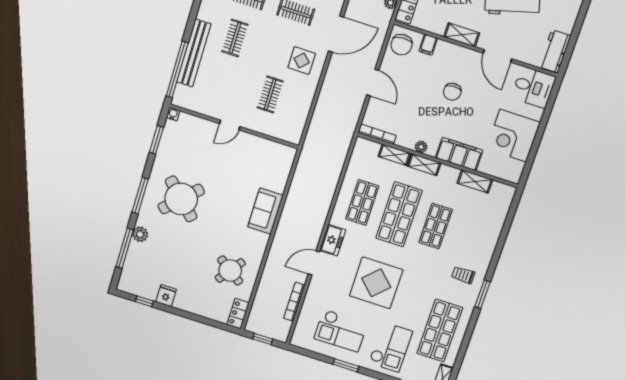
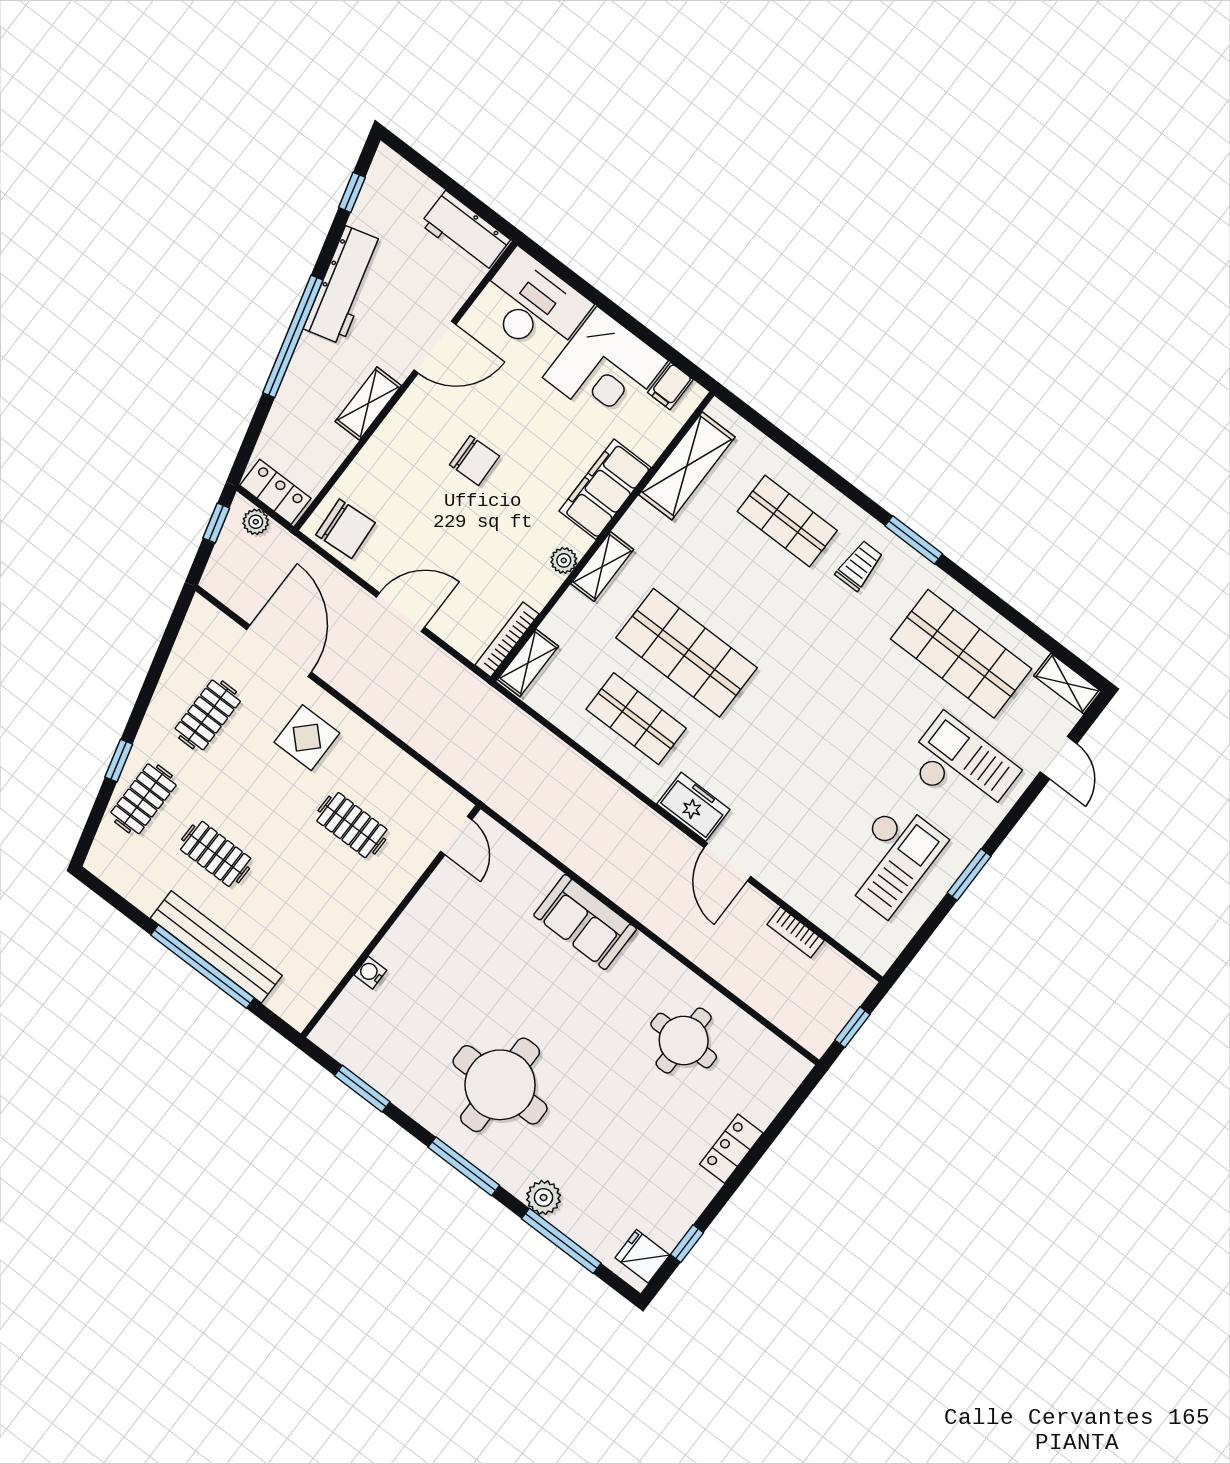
filing cabinet: (428, 45) -> (670, 386), moved, turned 90
window: (177, 69) -> (202, 966), moved
desk: (533, 87) -> (533, 305), width x1.37
water cooler: (173, 114) -> (370, 973), moved
door: (230, 125) -> (456, 836), moved
shelving: (394, 155) -> (528, 663), moved
shelving: (475, 181) -> (687, 466), width x1.50, depth x1.33
round table: (181, 199) -> (500, 1085), turned 45
shop shelf: (436, 226) -> (787, 521), moved
round table: (230, 270) -> (684, 1041), turned -36
trolley: (463, 275) -> (859, 566), turned 180
display table: (376, 283) -> (814, 749), removed
fridge: (166, 296) -> (642, 1256), moved
bookcase: (294, 302) -> (796, 932), width x0.64
locker: (238, 314) -> (731, 1149), moved, turned 90

